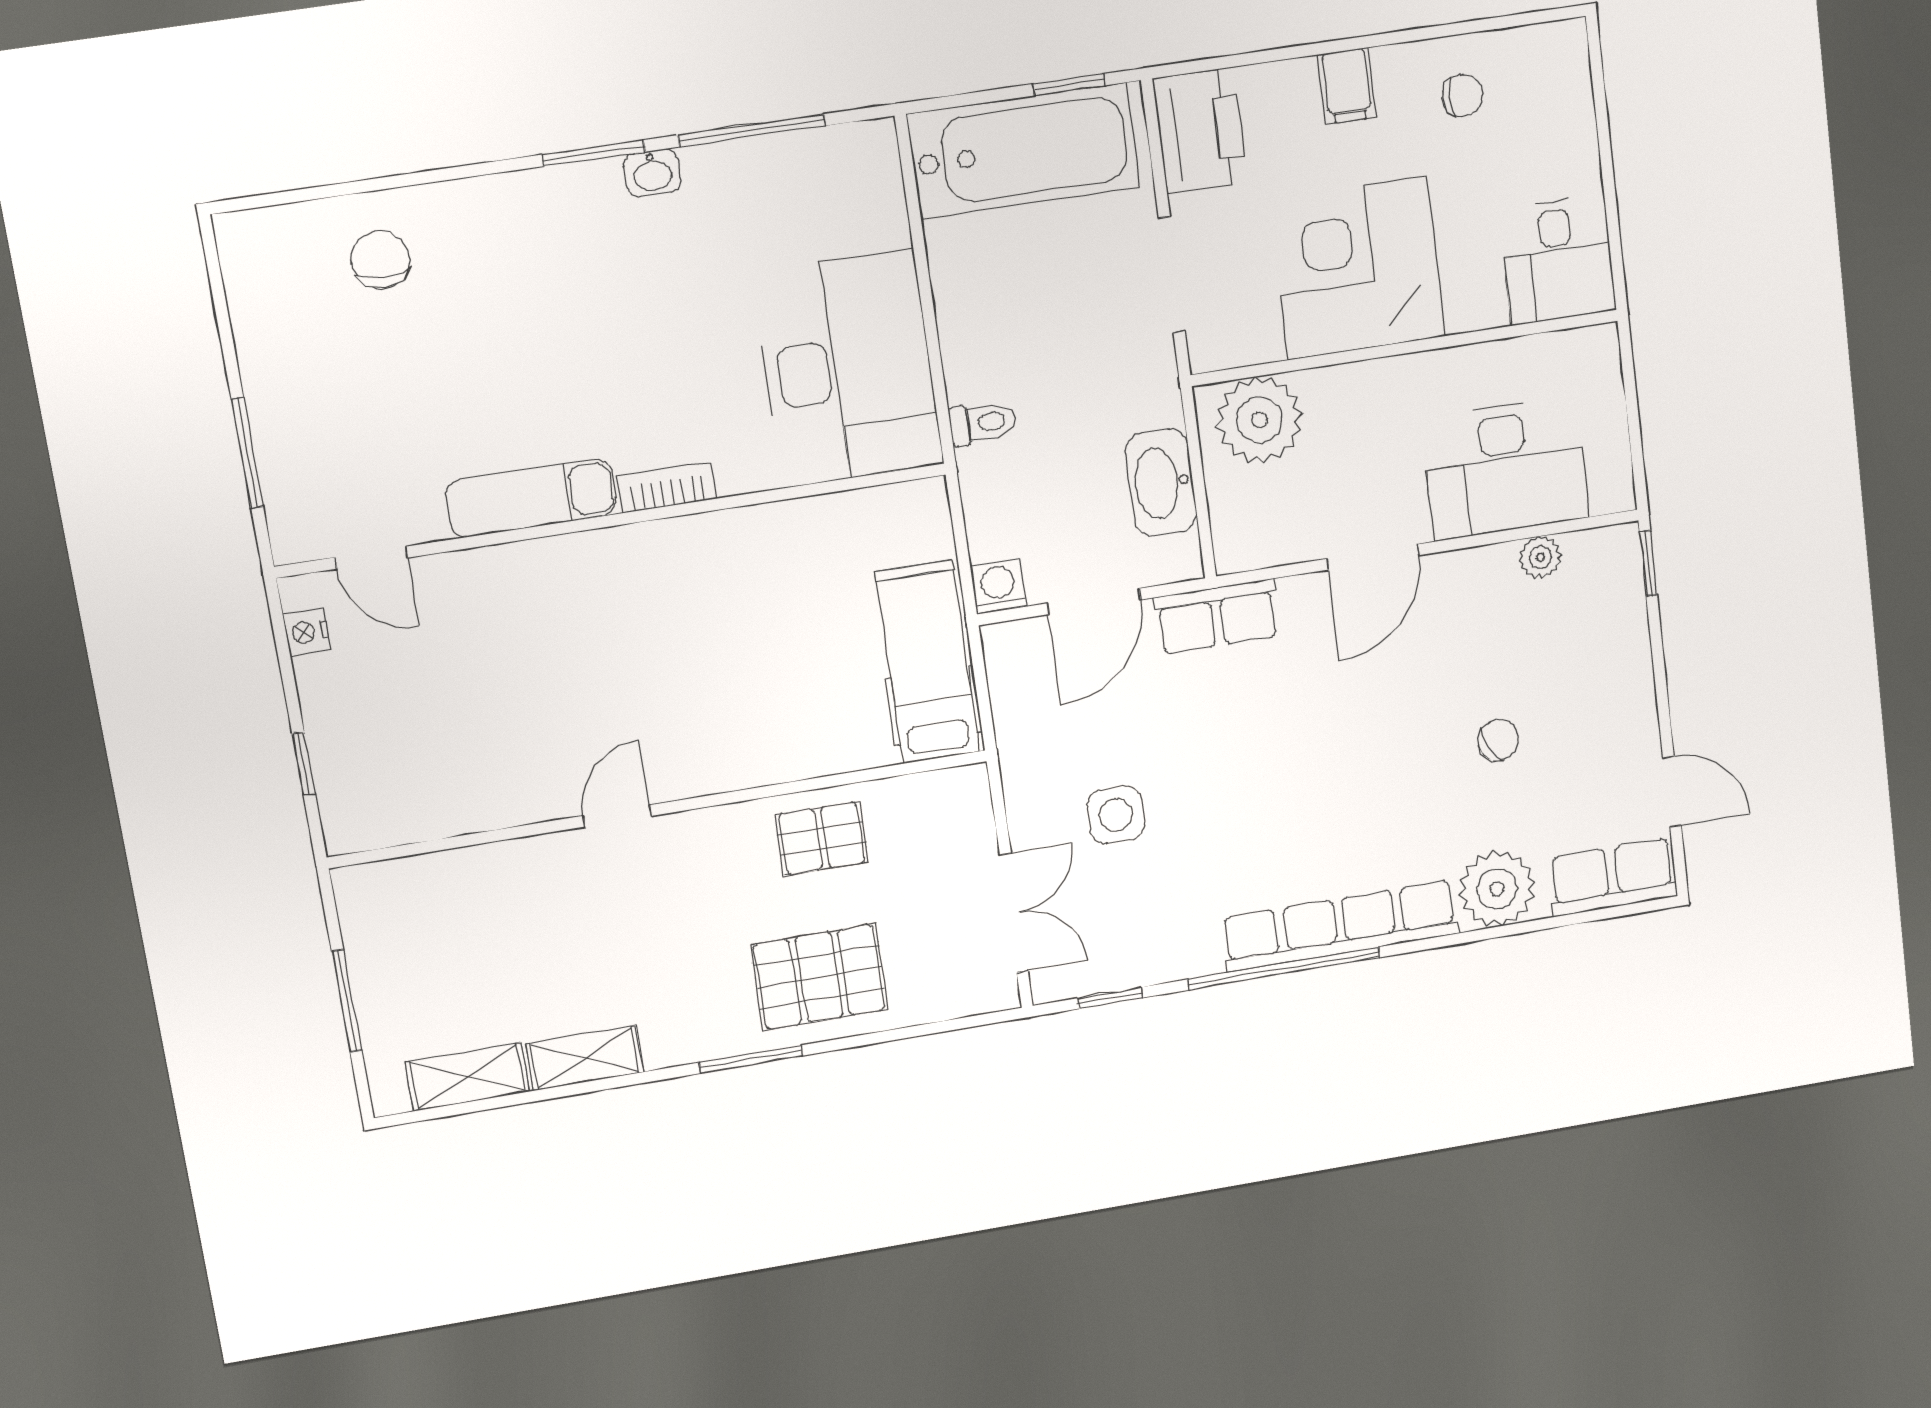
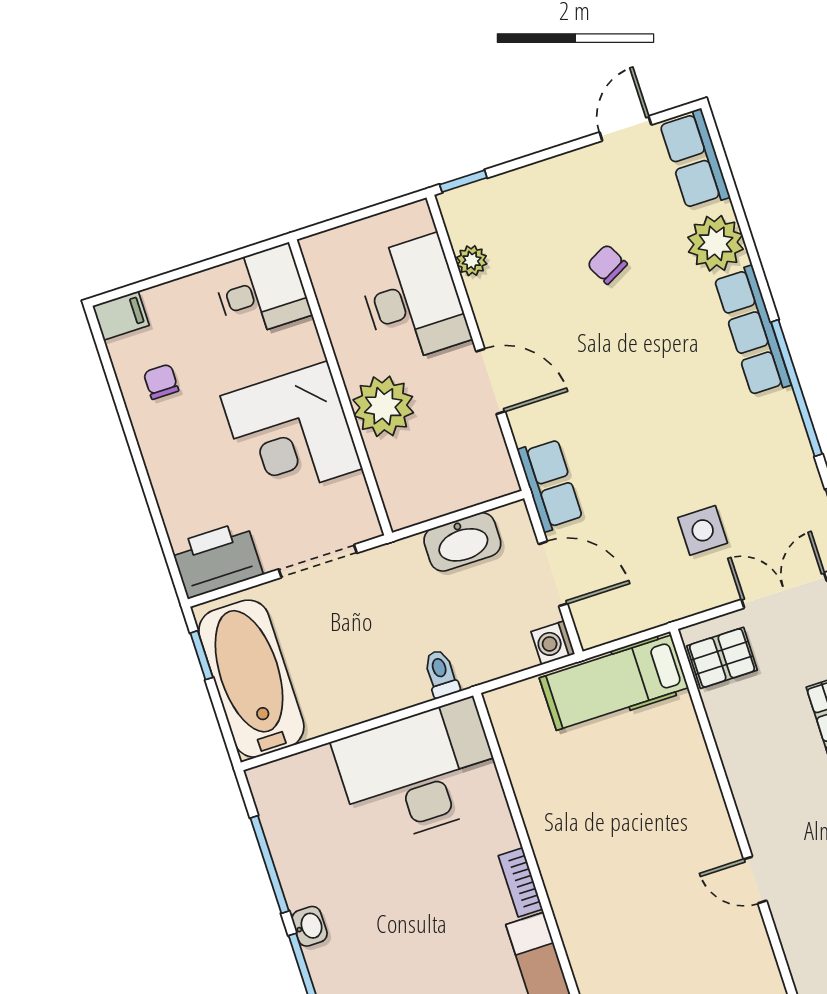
filing cabinet: (1347, 86) -> (121, 316), moved
plant: (1259, 420) -> (383, 406), moved
pallet: (822, 838) -> (722, 658), moved, turned 90
row of seats: (1340, 926) -> (752, 331), width x0.73

